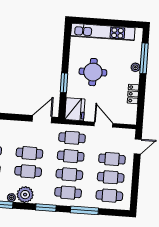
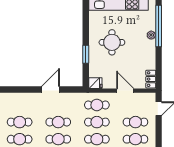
window: (144, 58) -> (159, 26), width x1.46
locker: (133, 94) -> (151, 79), moved
fridge: (75, 109) -> (95, 83), width x0.53, depth x0.75
door: (42, 119) -> (50, 90), moved

